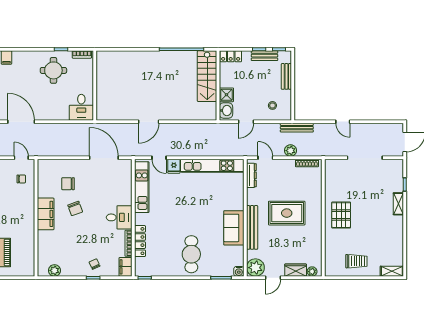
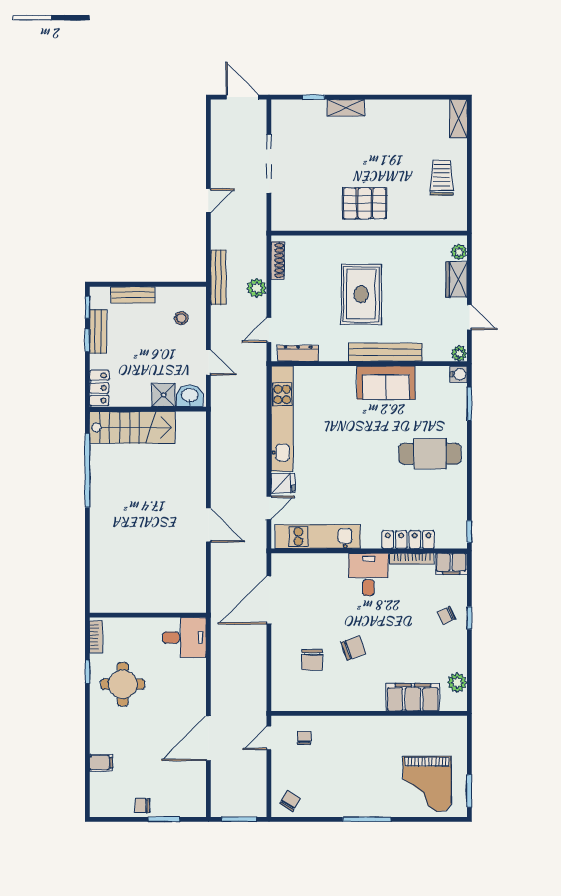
filing cabinet: (46, 214) -> (413, 697), moved
plant: (255, 268) -> (459, 354), width x0.53, depth x0.53

